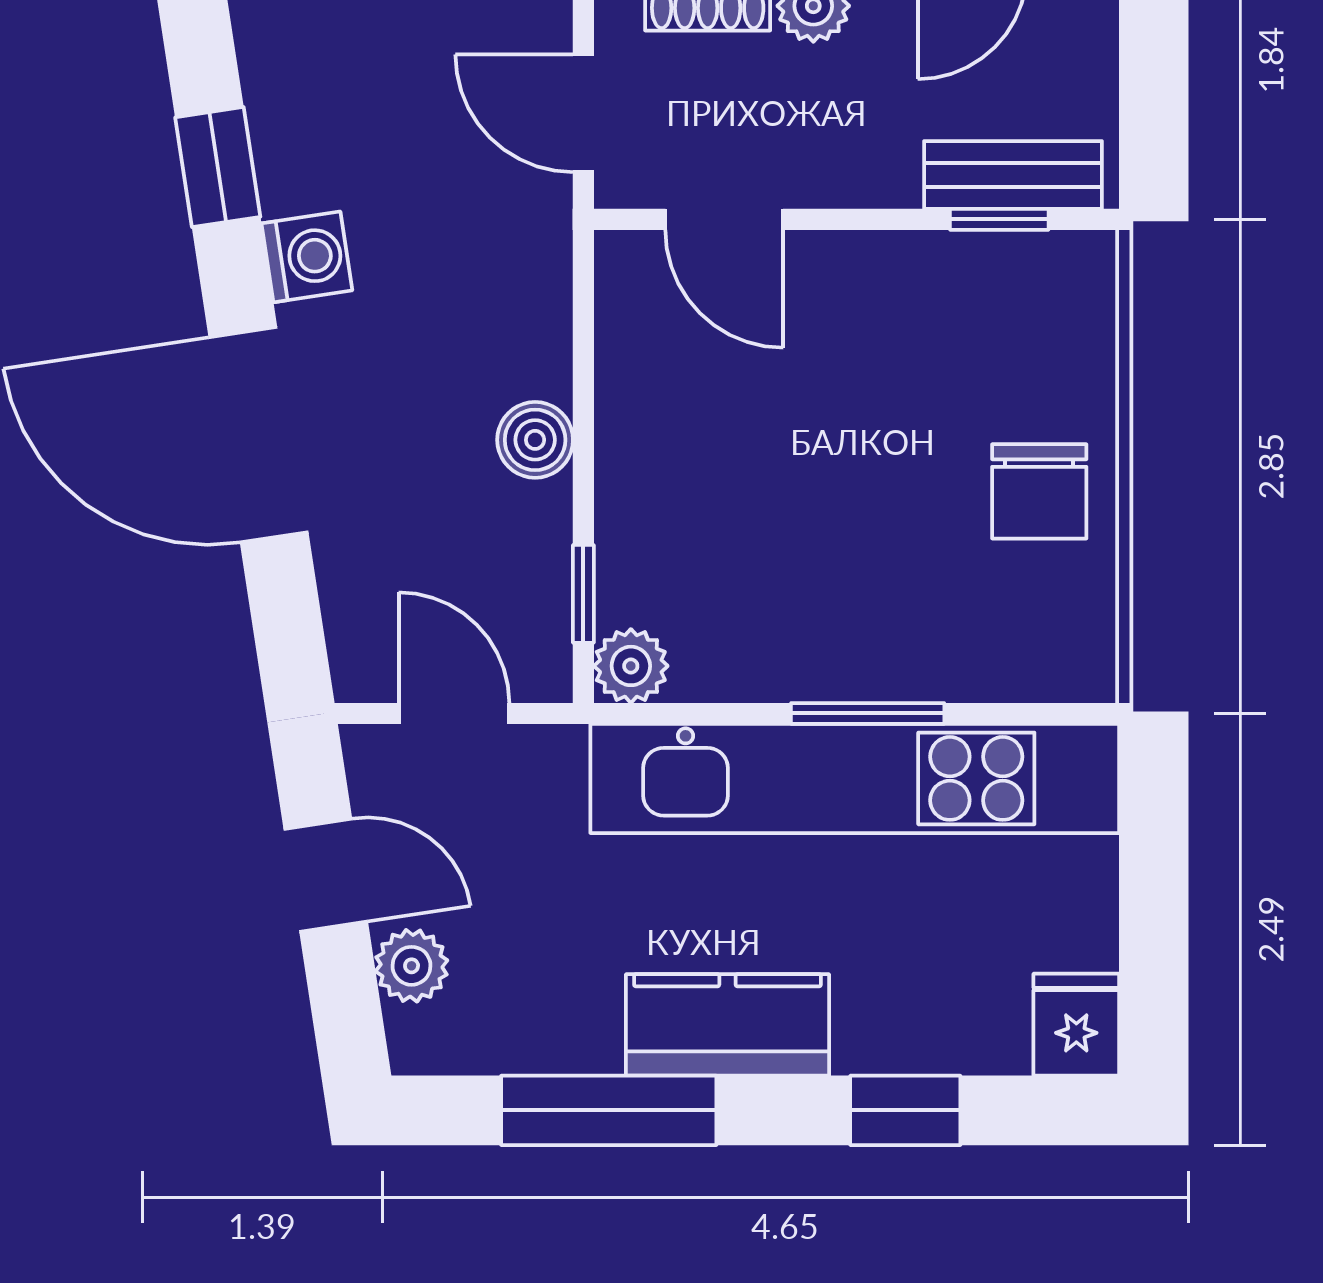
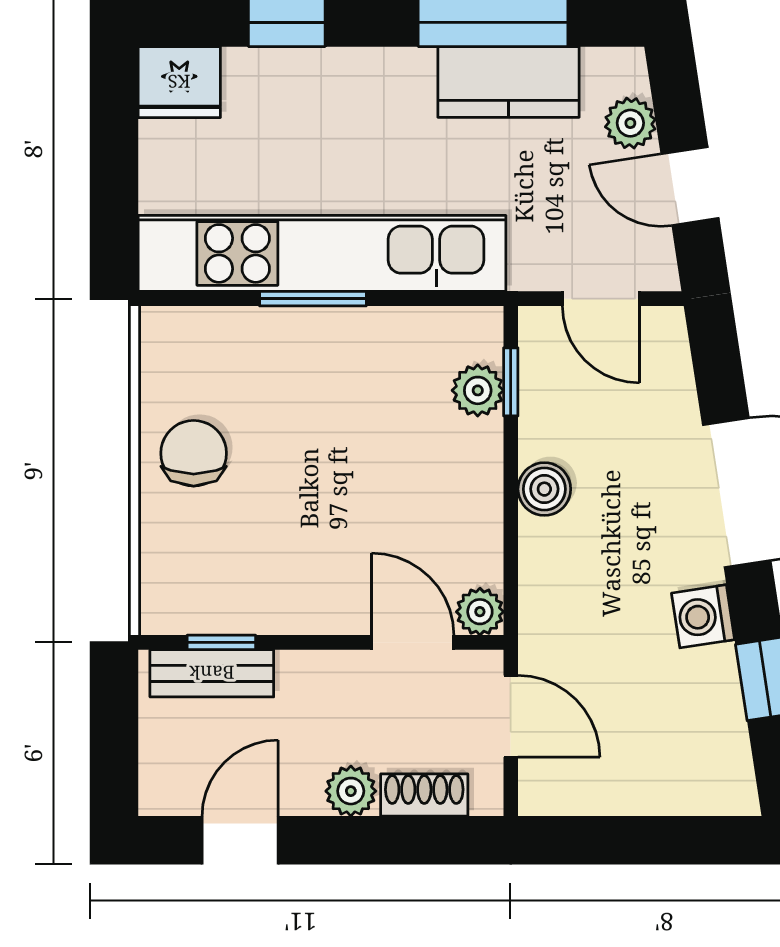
plant: (628, 264) -> (480, 612), added
plant: (631, 666) -> (478, 390), moved
kitchen counter: (727, 1025) -> (509, 82), moved
fridge: (1076, 1025) -> (179, 82), width x1.38

